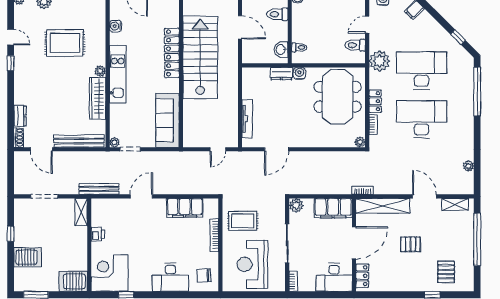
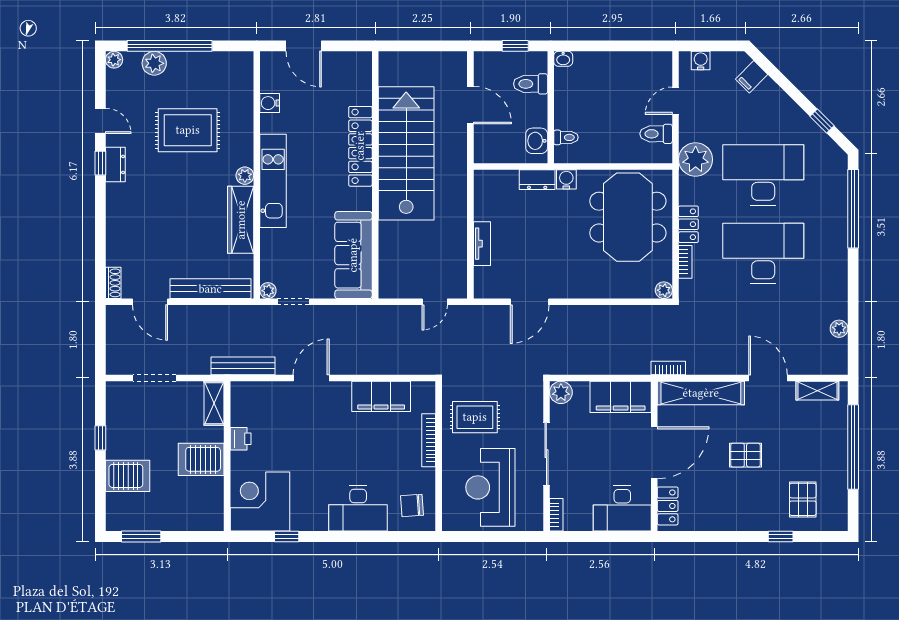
dresser: (20, 116) -> (115, 164), moved
tv unit: (247, 119) -> (482, 244), width x0.71
server rack: (73, 281) -> (201, 459), moved

